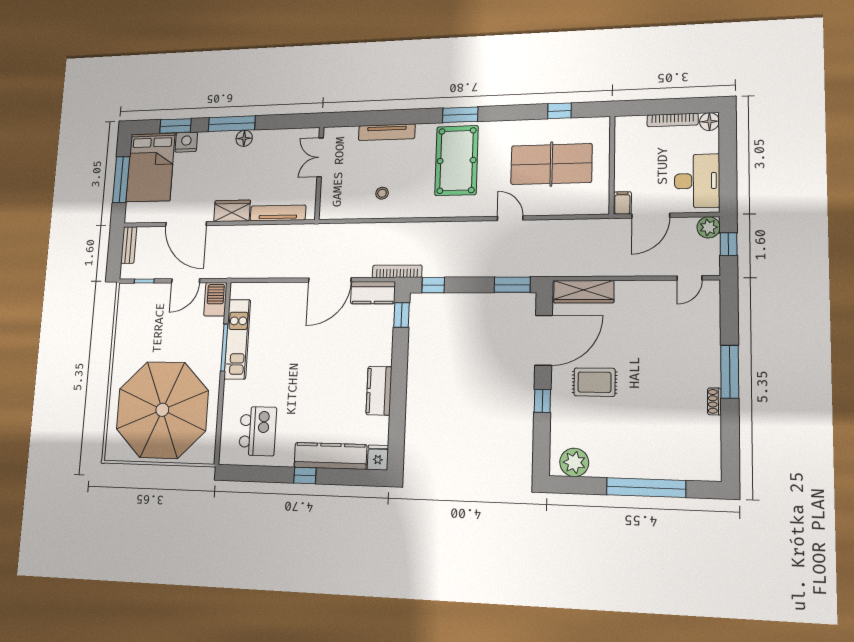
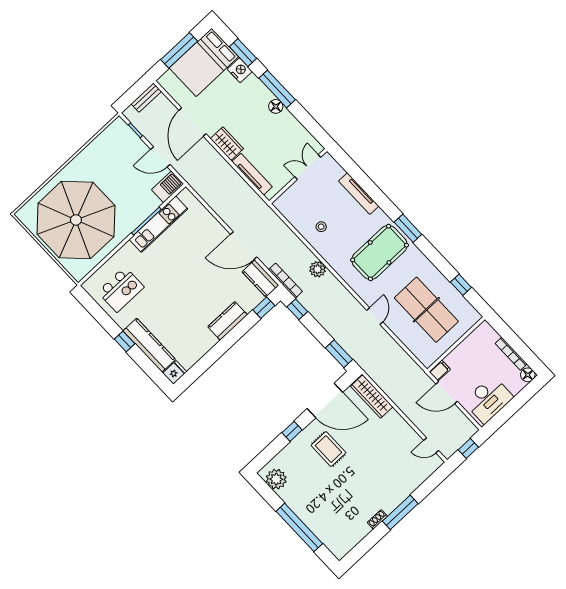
plant: (709, 227) -> (318, 269), moved
kitchen counter: (379, 391) -> (228, 321), moved

